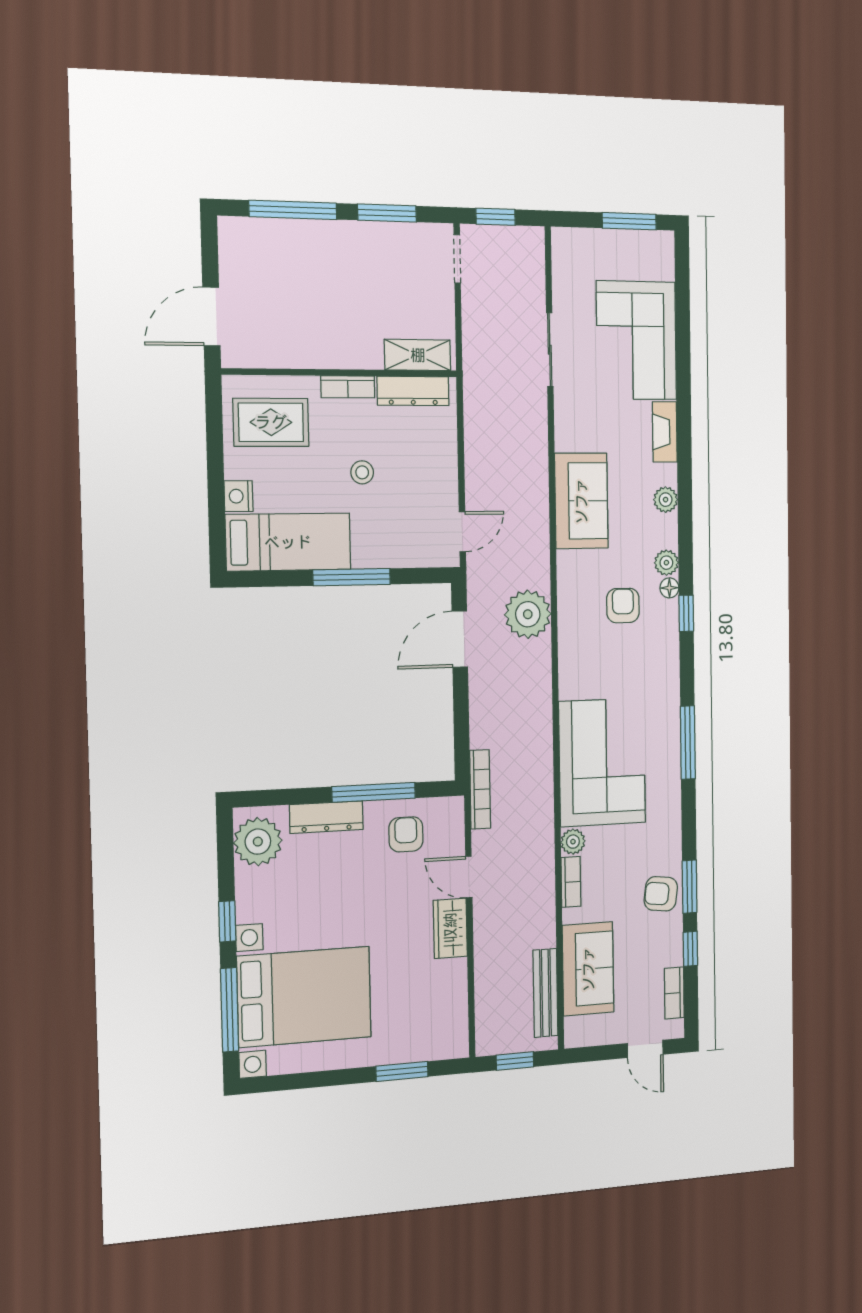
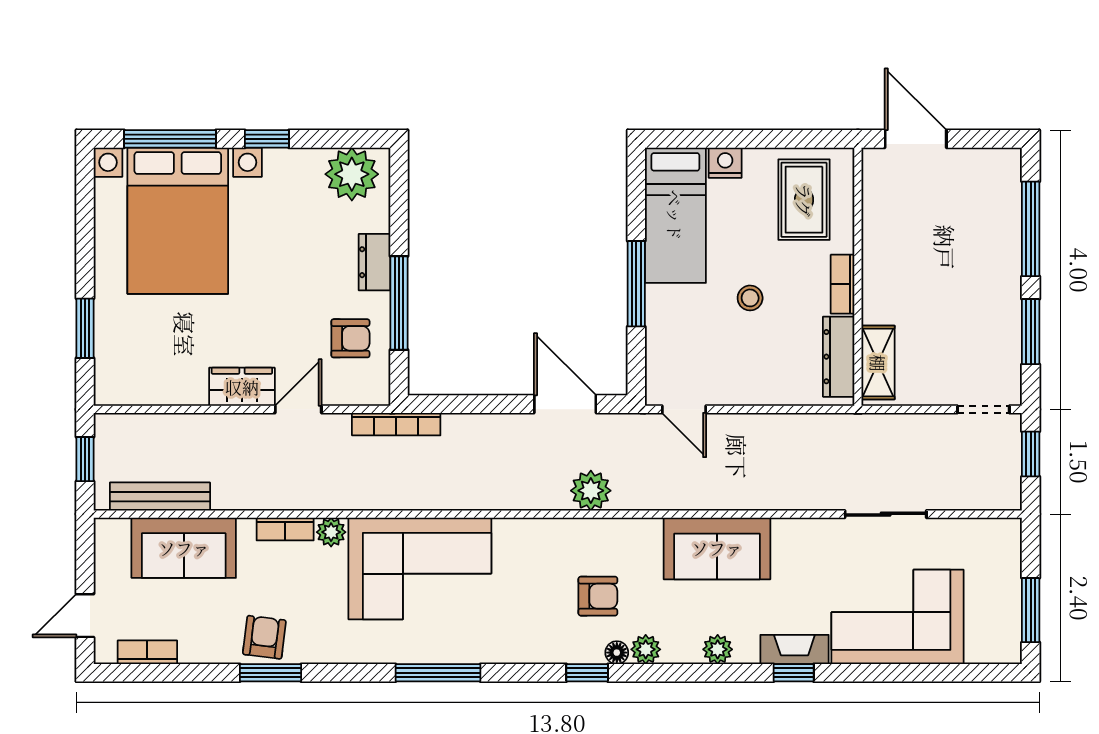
plant: (528, 614) -> (591, 491), width x0.73, depth x0.73
dresser: (326, 817) -> (374, 262), width x0.70
window: (690, 949) -> (794, 673), moved

